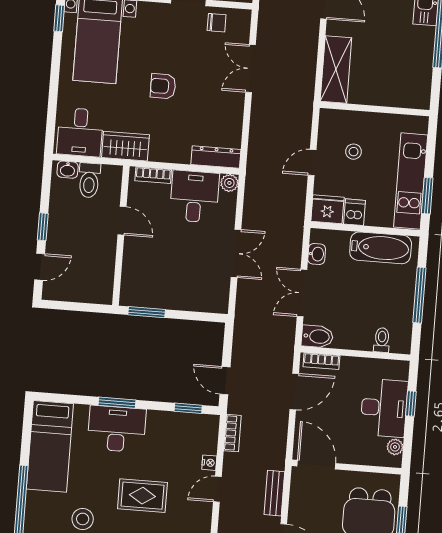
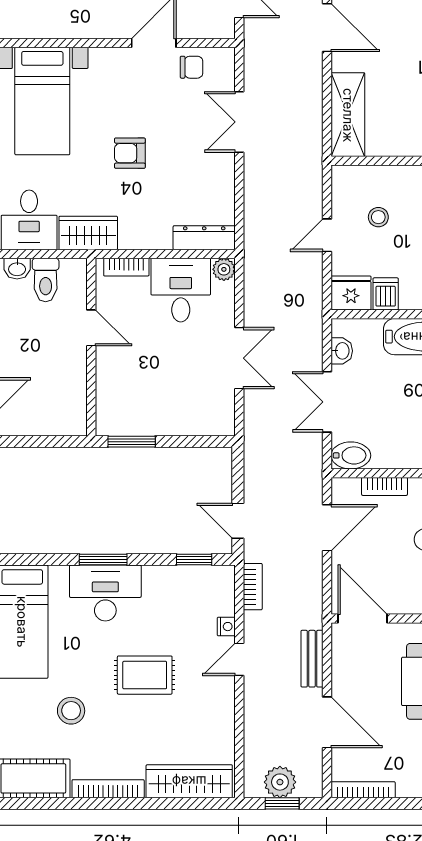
bookcase: (321, 361) -> (384, 486), moved

